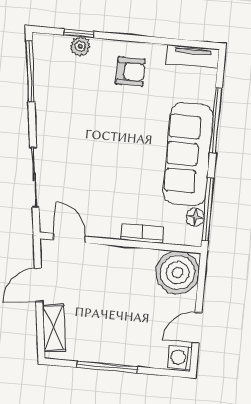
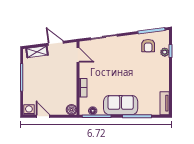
armchair: (130, 71) -> (148, 46), moved
sofa: (188, 154) -> (121, 105), width x0.73
door: (69, 238) -> (78, 55), hinge flipped
boiler: (178, 273) -> (71, 110), width x0.54, depth x0.54

